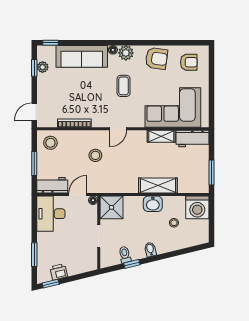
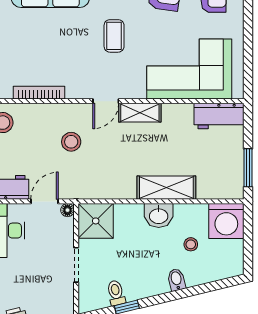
shelving: (161, 136) -> (140, 113), moved
bidet: (150, 249) -> (176, 280), moved

